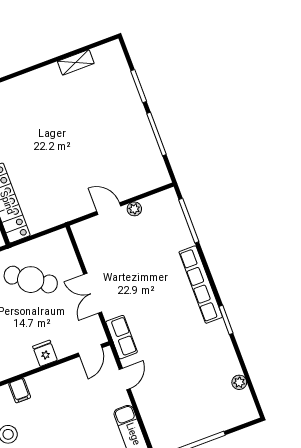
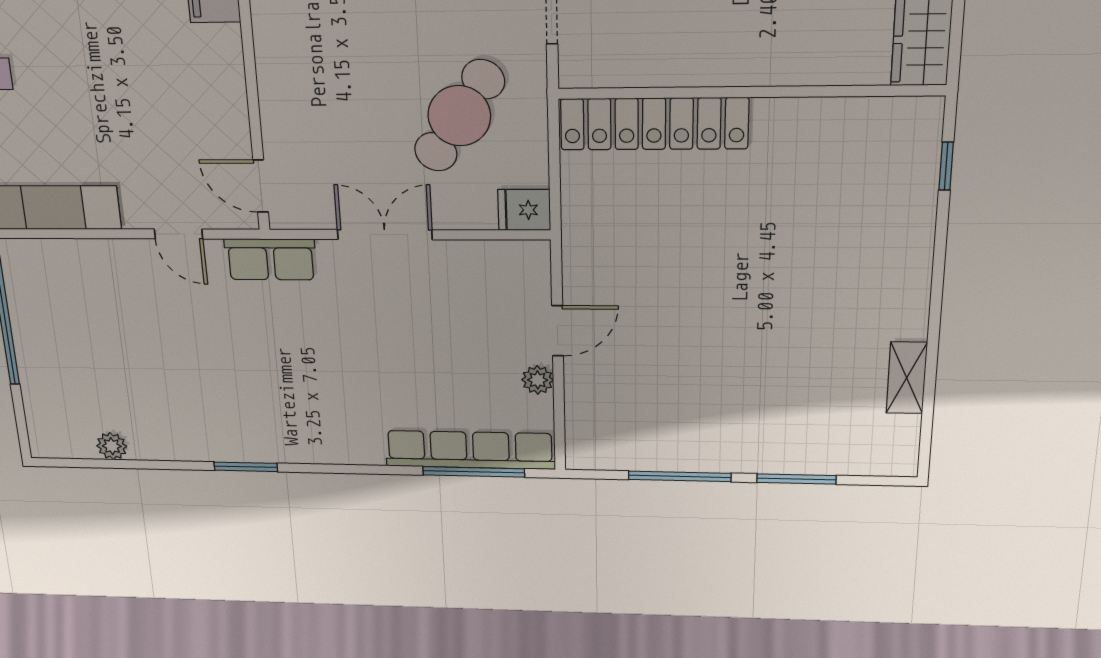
row of seats: (201, 285) -> (470, 450), moved
fridge: (45, 353) -> (524, 210), moved, turned 180

